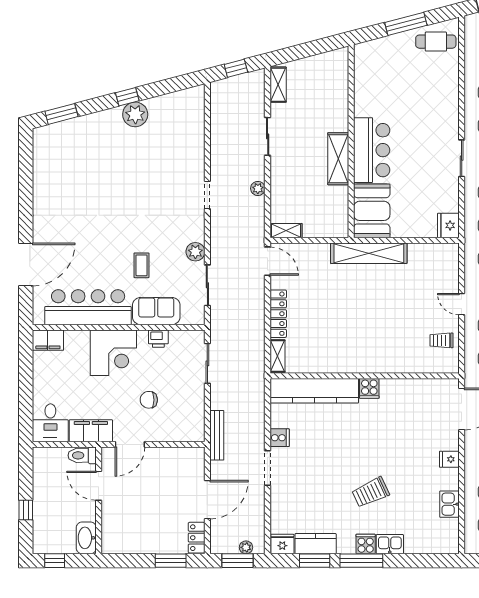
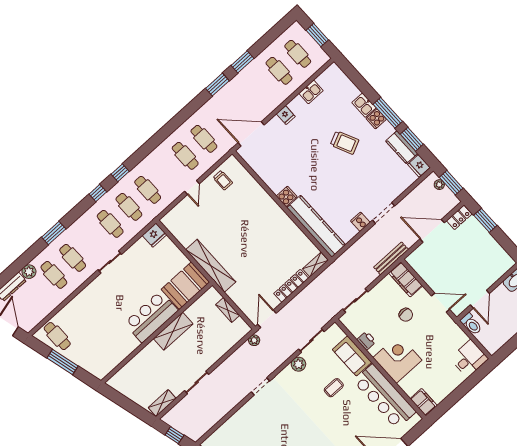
plant: (258, 188) -> (254, 340), moved
shelving: (286, 231) -> (228, 310), moved
filing cabinet: (91, 431) -> (406, 279), moved

